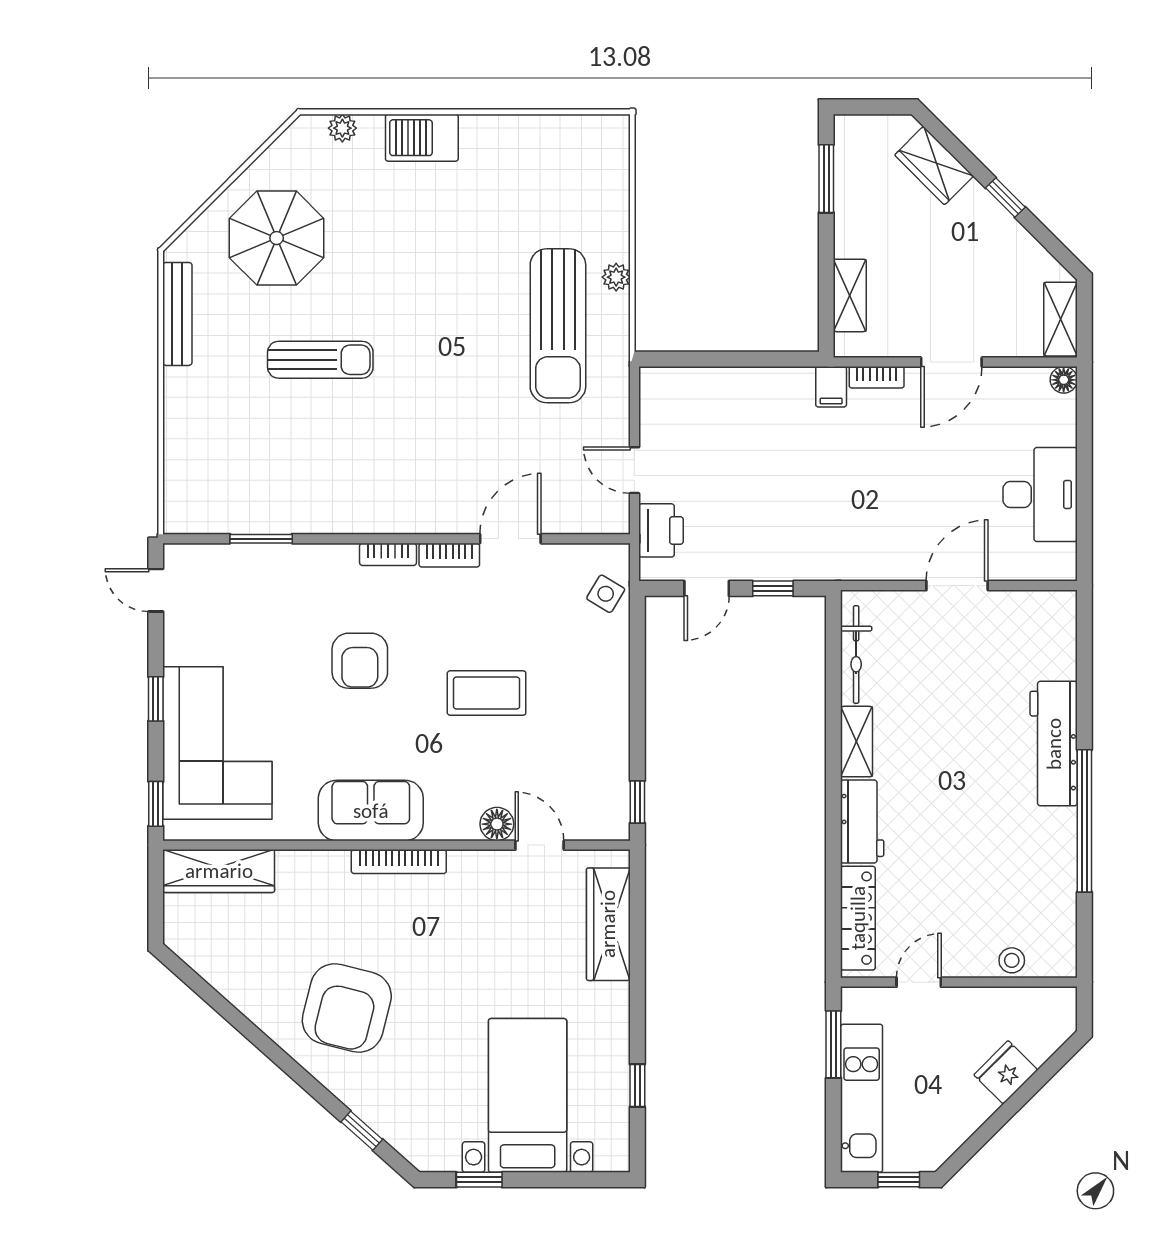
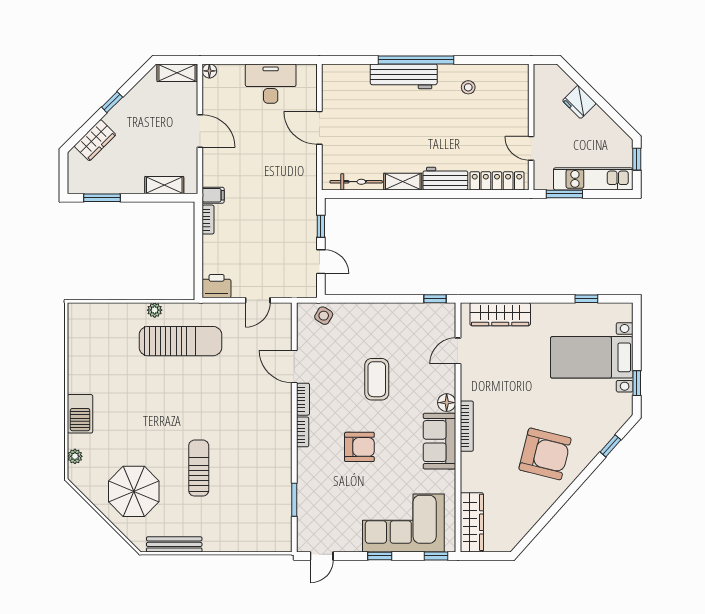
bookcase: (877, 377) -> (208, 220), moved
printer: (661, 530) -> (217, 286), moved
window: (1084, 821) -> (416, 60), moved
floor lamp: (497, 824) -> (447, 403), moved
stool: (1012, 960) -> (468, 87), moved

